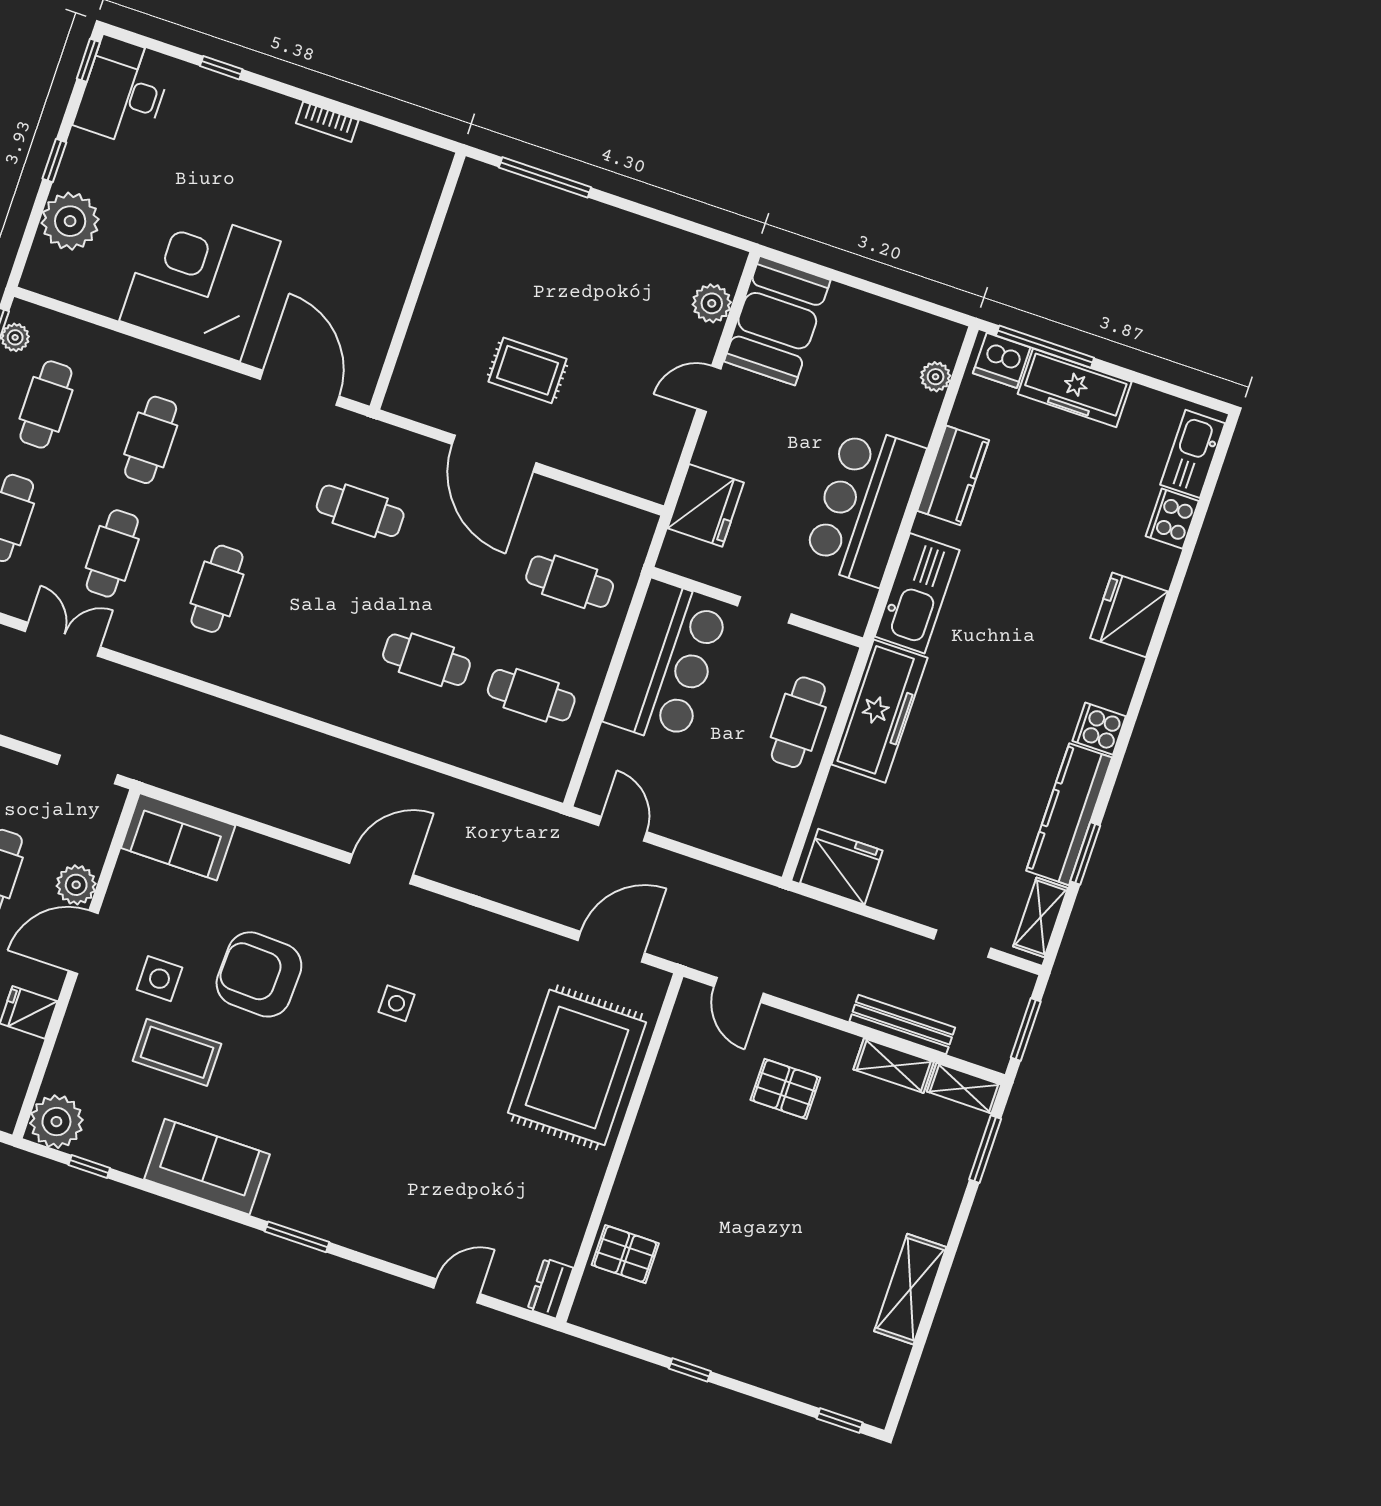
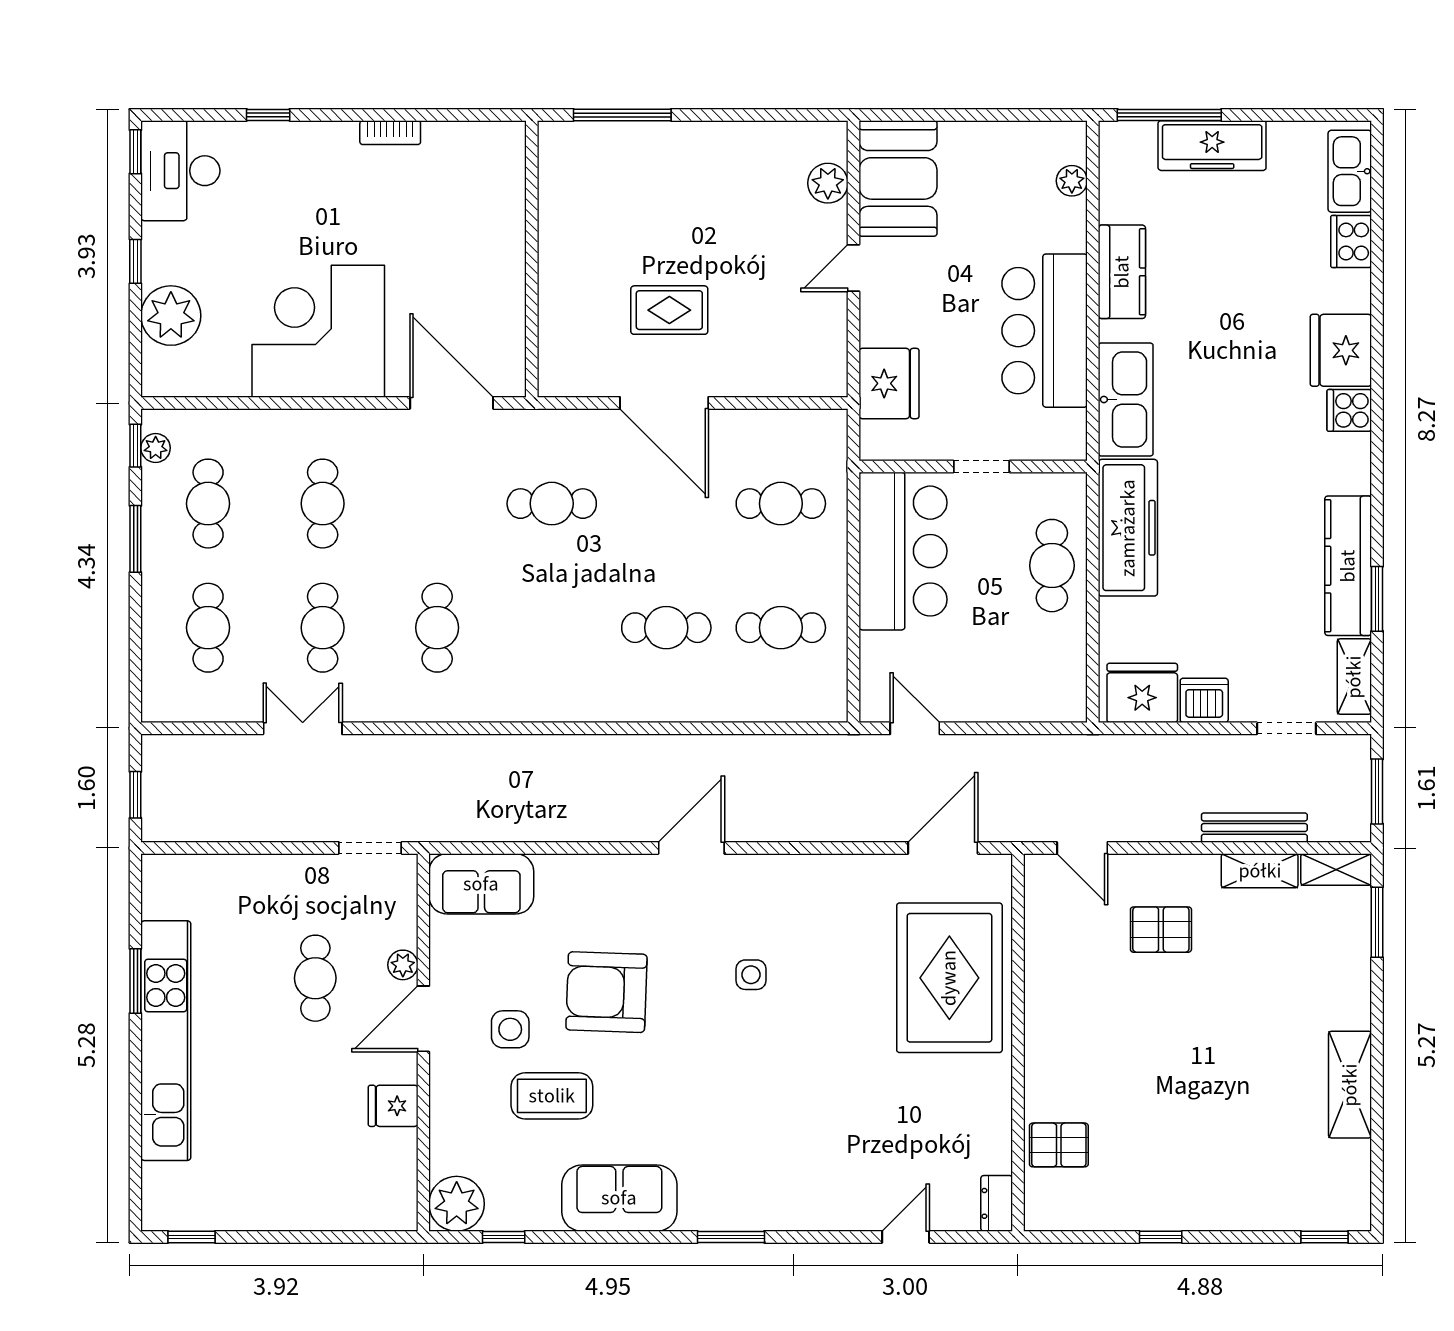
dishwasher: (1002, 360) -> (1204, 700), moved, turned 180
cooker: (1099, 729) -> (1349, 410), moved
plant: (76, 885) -> (403, 965), width x0.73, depth x0.73

